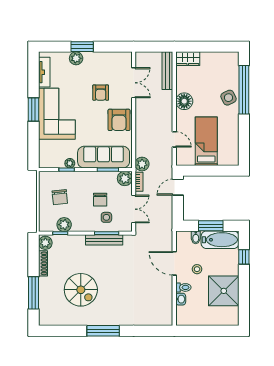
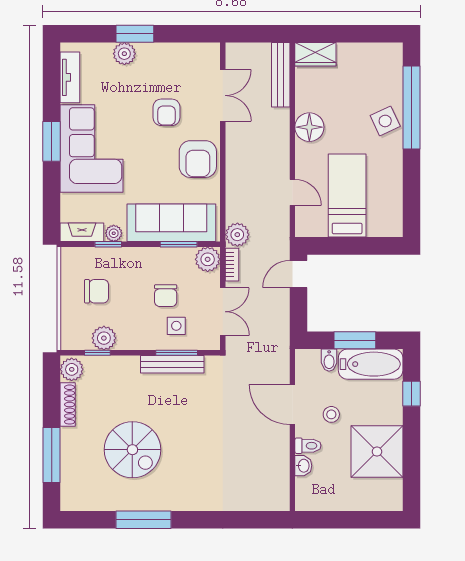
fireplace: (51, 163) -> (82, 232), added
chair: (60, 197) -> (97, 291), turned -84
window: (103, 331) -> (144, 520), moved

